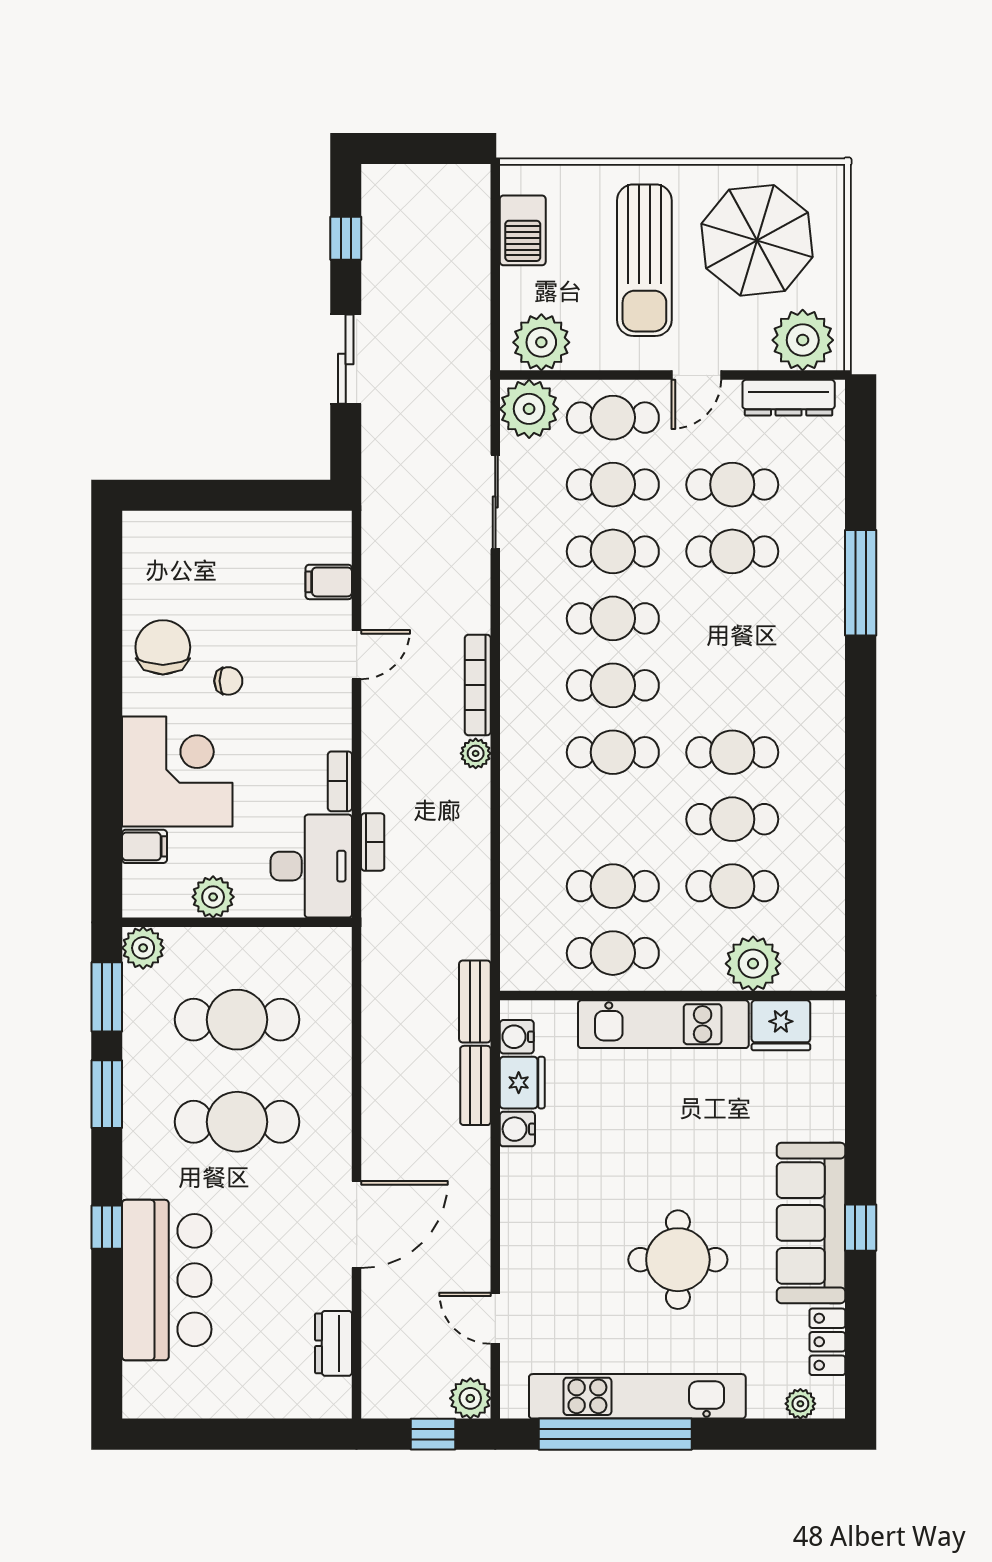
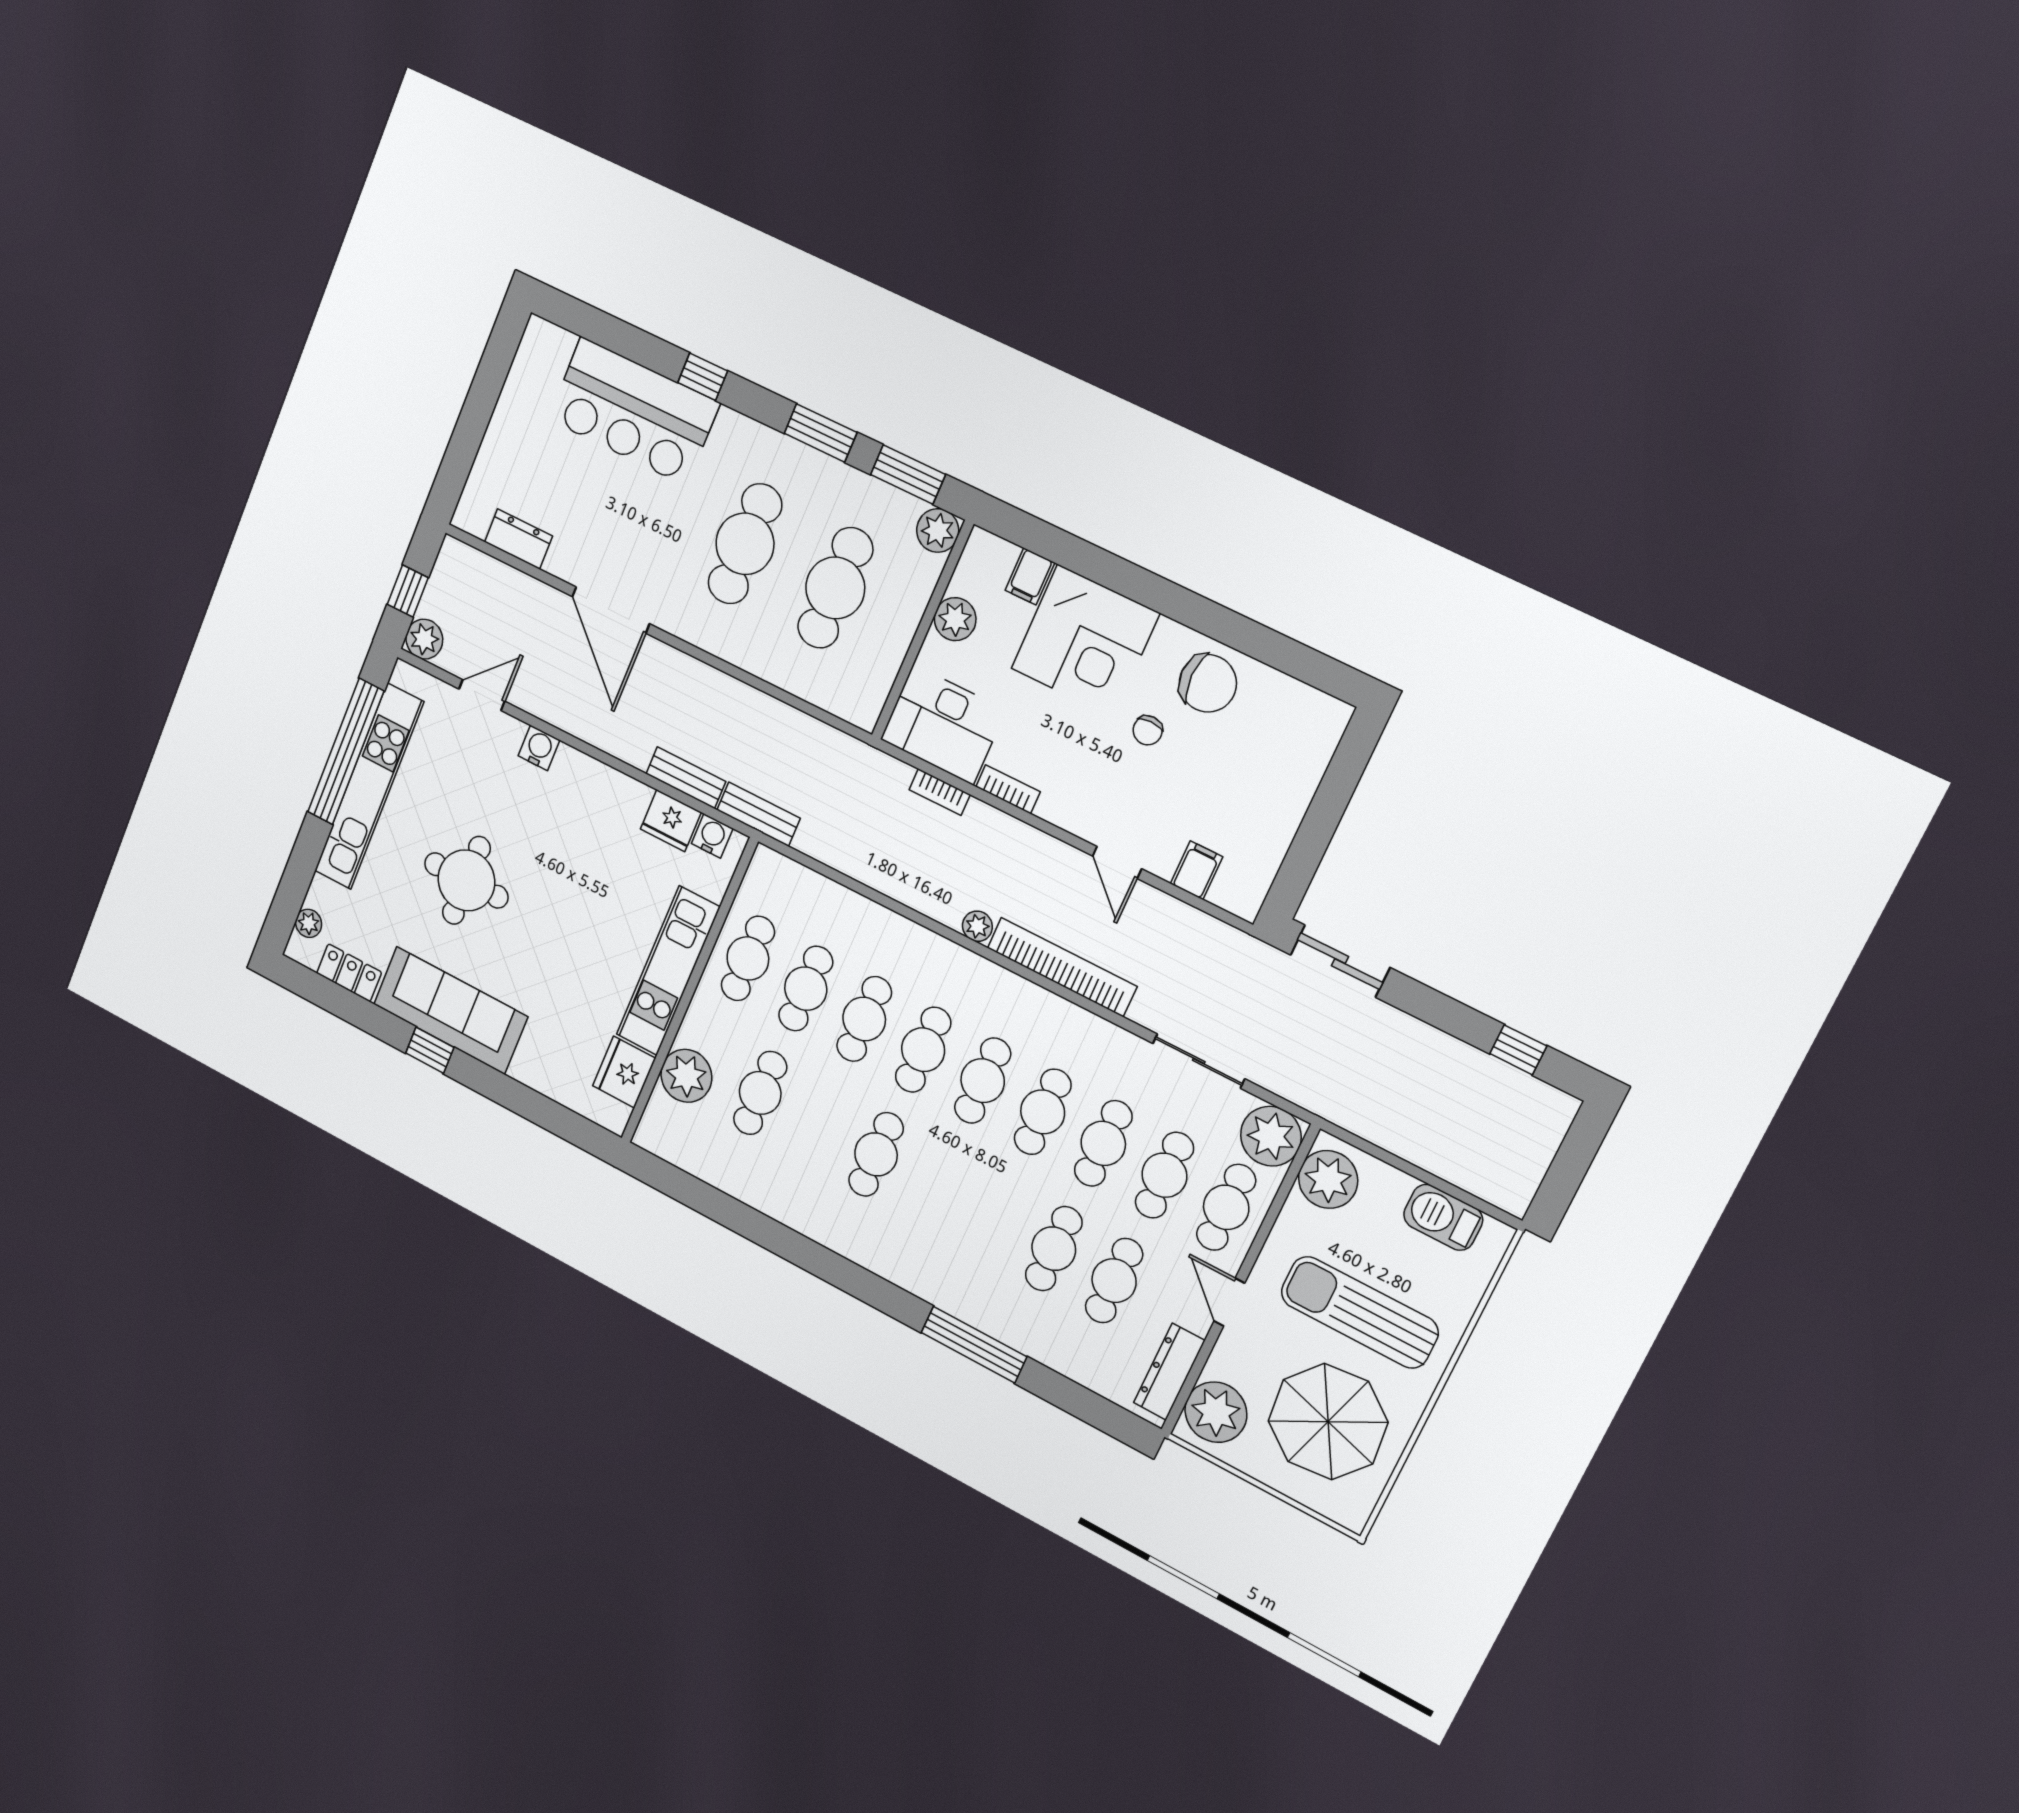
sliding door: (346, 359) -> (1340, 961), moved
bookcase: (478, 685) -> (1062, 967), width x1.48, depth x1.31
cafe table: (732, 819) -> (864, 1019), moved
water cooler: (517, 1129) -> (539, 748), moved

